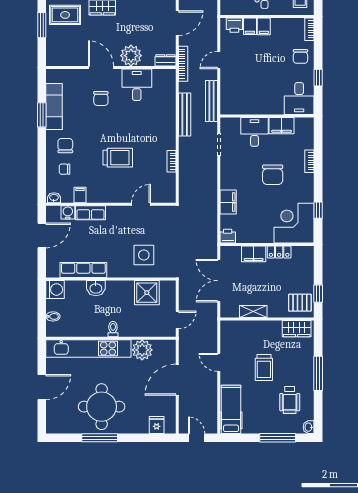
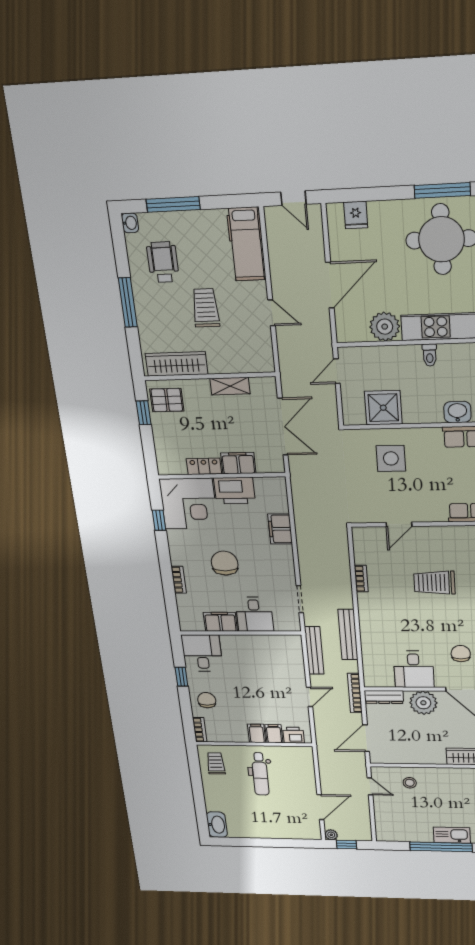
dresser: (165, 60) -> (384, 697), width x1.44
printer: (228, 236) -> (234, 491), moved, width x1.87, depth x1.48
wardrobe: (297, 329) -> (176, 364), width x1.50

